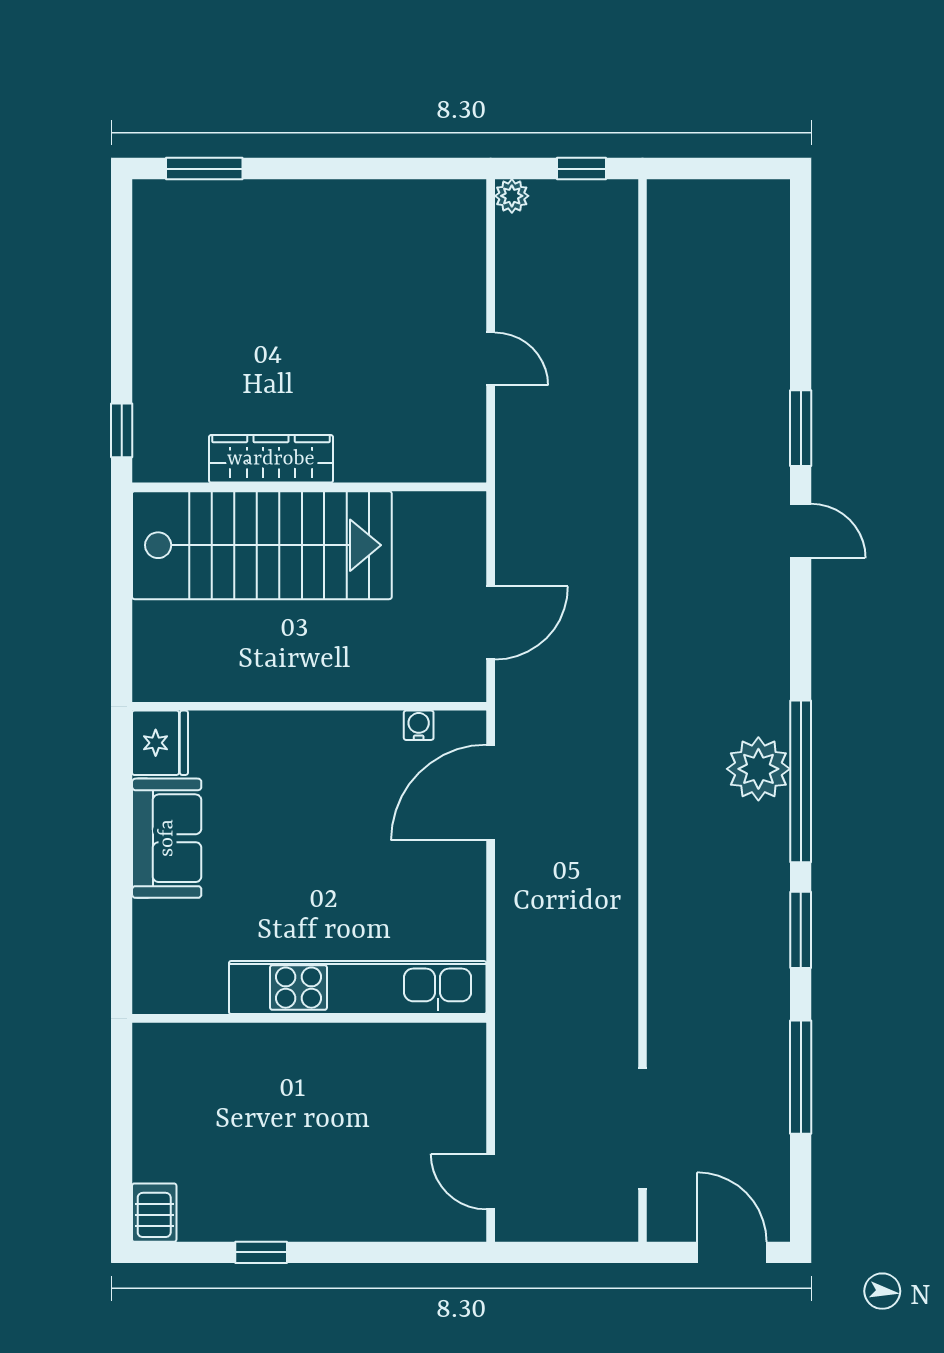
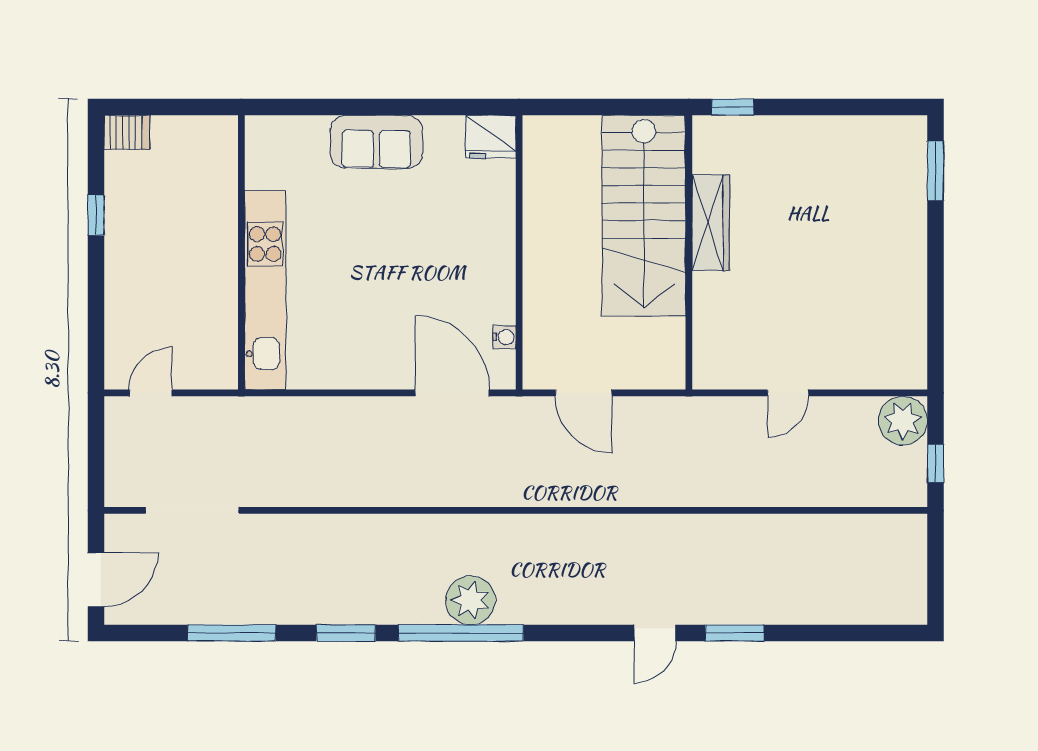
plant: (512, 196) -> (903, 421), width x1.88, depth x1.88
sofa: (167, 838) -> (376, 142), moved
kitchen unit: (358, 988) -> (265, 290), moved
wall: (309, 1018) -> (241, 252), moved

